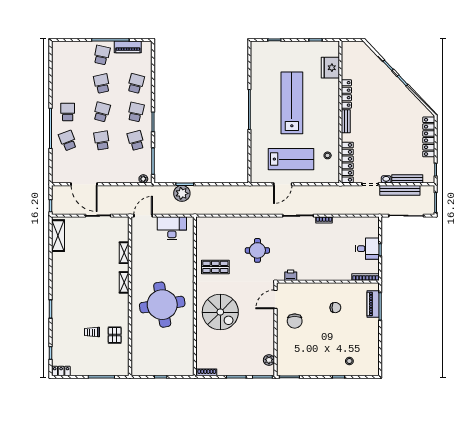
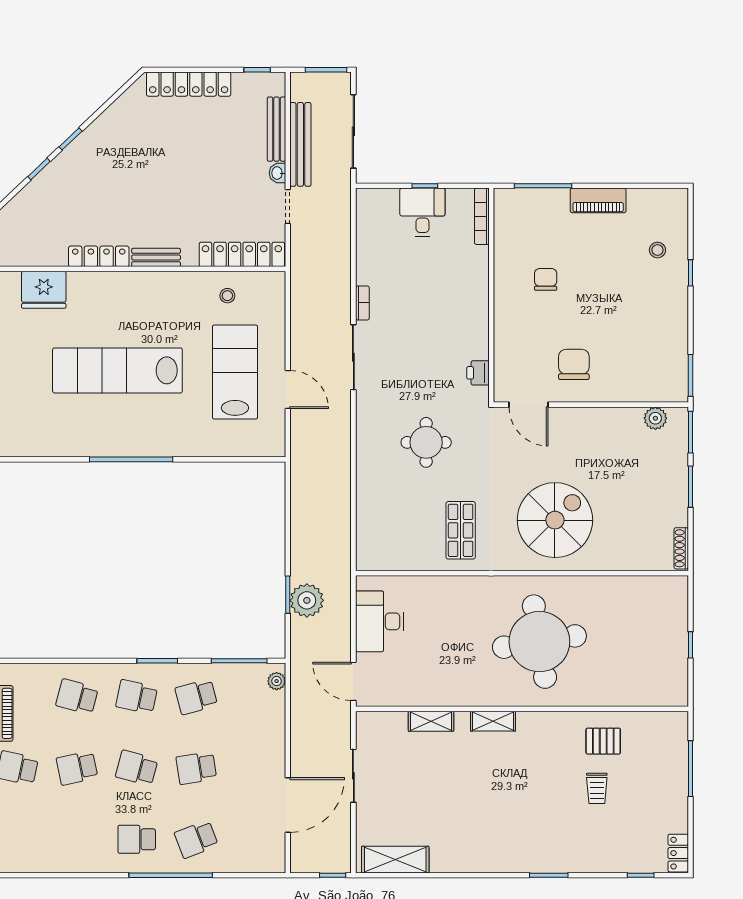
piano: (373, 304) -> (598, 200), moved
chair: (295, 321) -> (574, 364), turned -90

